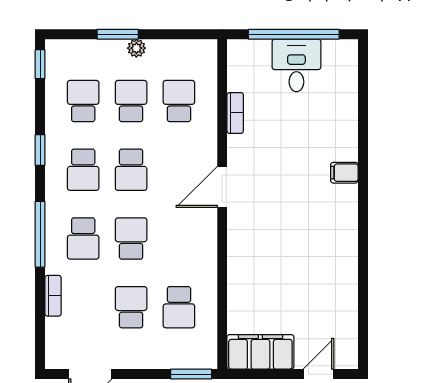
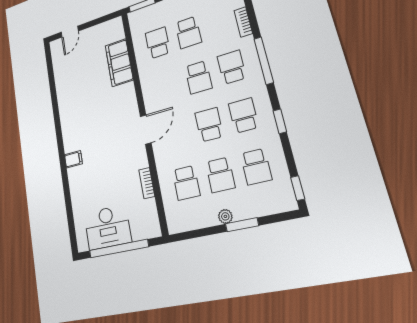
desk: (296, 65) -> (107, 227), width x1.37
filing cabinet: (260, 352) -> (119, 63), moved, turned 90

